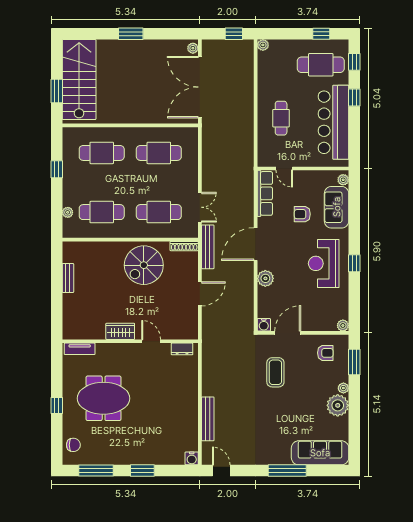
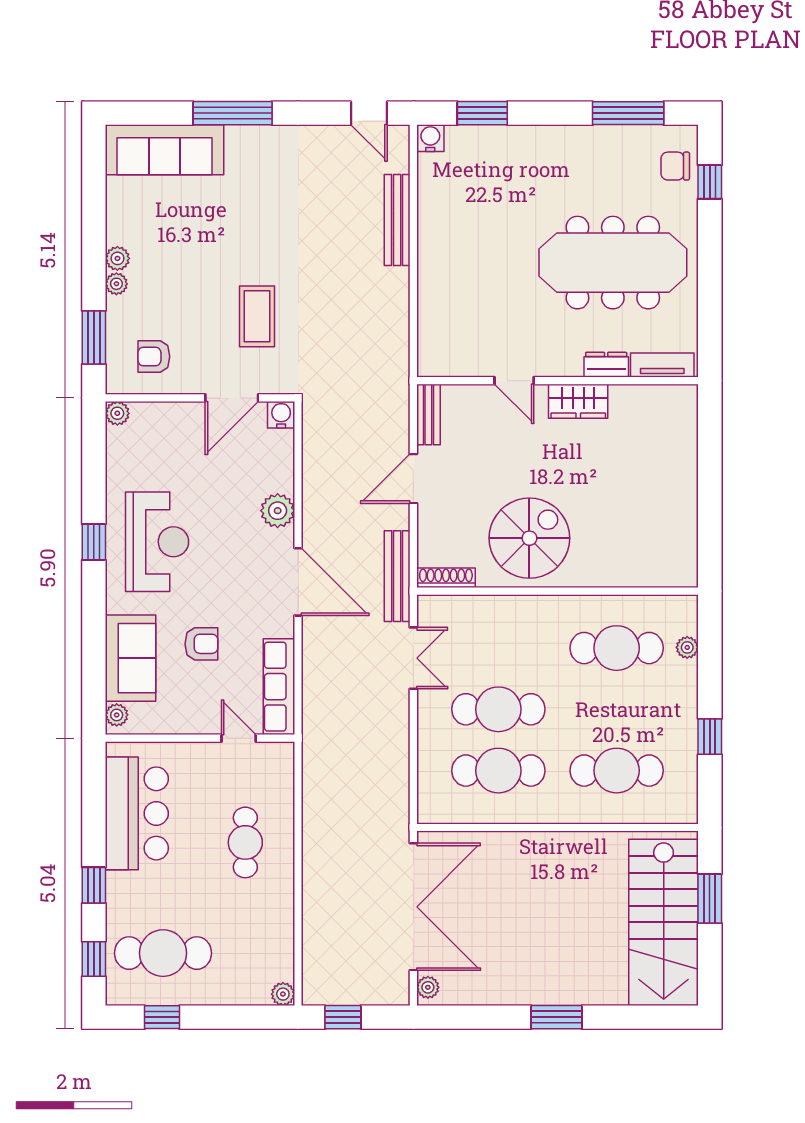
bar counter: (333, 122) -> (137, 813), width x0.73
double door: (200, 207) -> (413, 658), swing flipped
cafe table: (159, 212) -> (498, 709), moved
door: (256, 244) -> (298, 582), hinge flipped
bench: (68, 278) -> (428, 414), moved
dresser: (182, 349) -> (606, 365), moved
meeting table: (104, 398) -> (613, 263), width x1.36
window: (57, 405) -> (710, 182), moved
plant: (338, 405) -> (117, 258), width x0.53, depth x0.53
window: (142, 471) -> (482, 113), moved

